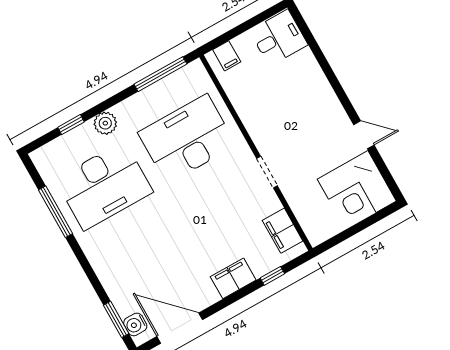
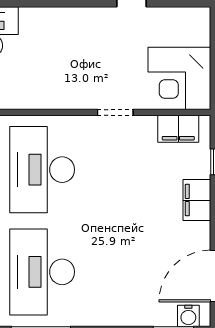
desk: (104, 186) -> (42, 272), turned 180
corner desk: (357, 190) -> (179, 78), moved, turned 90

